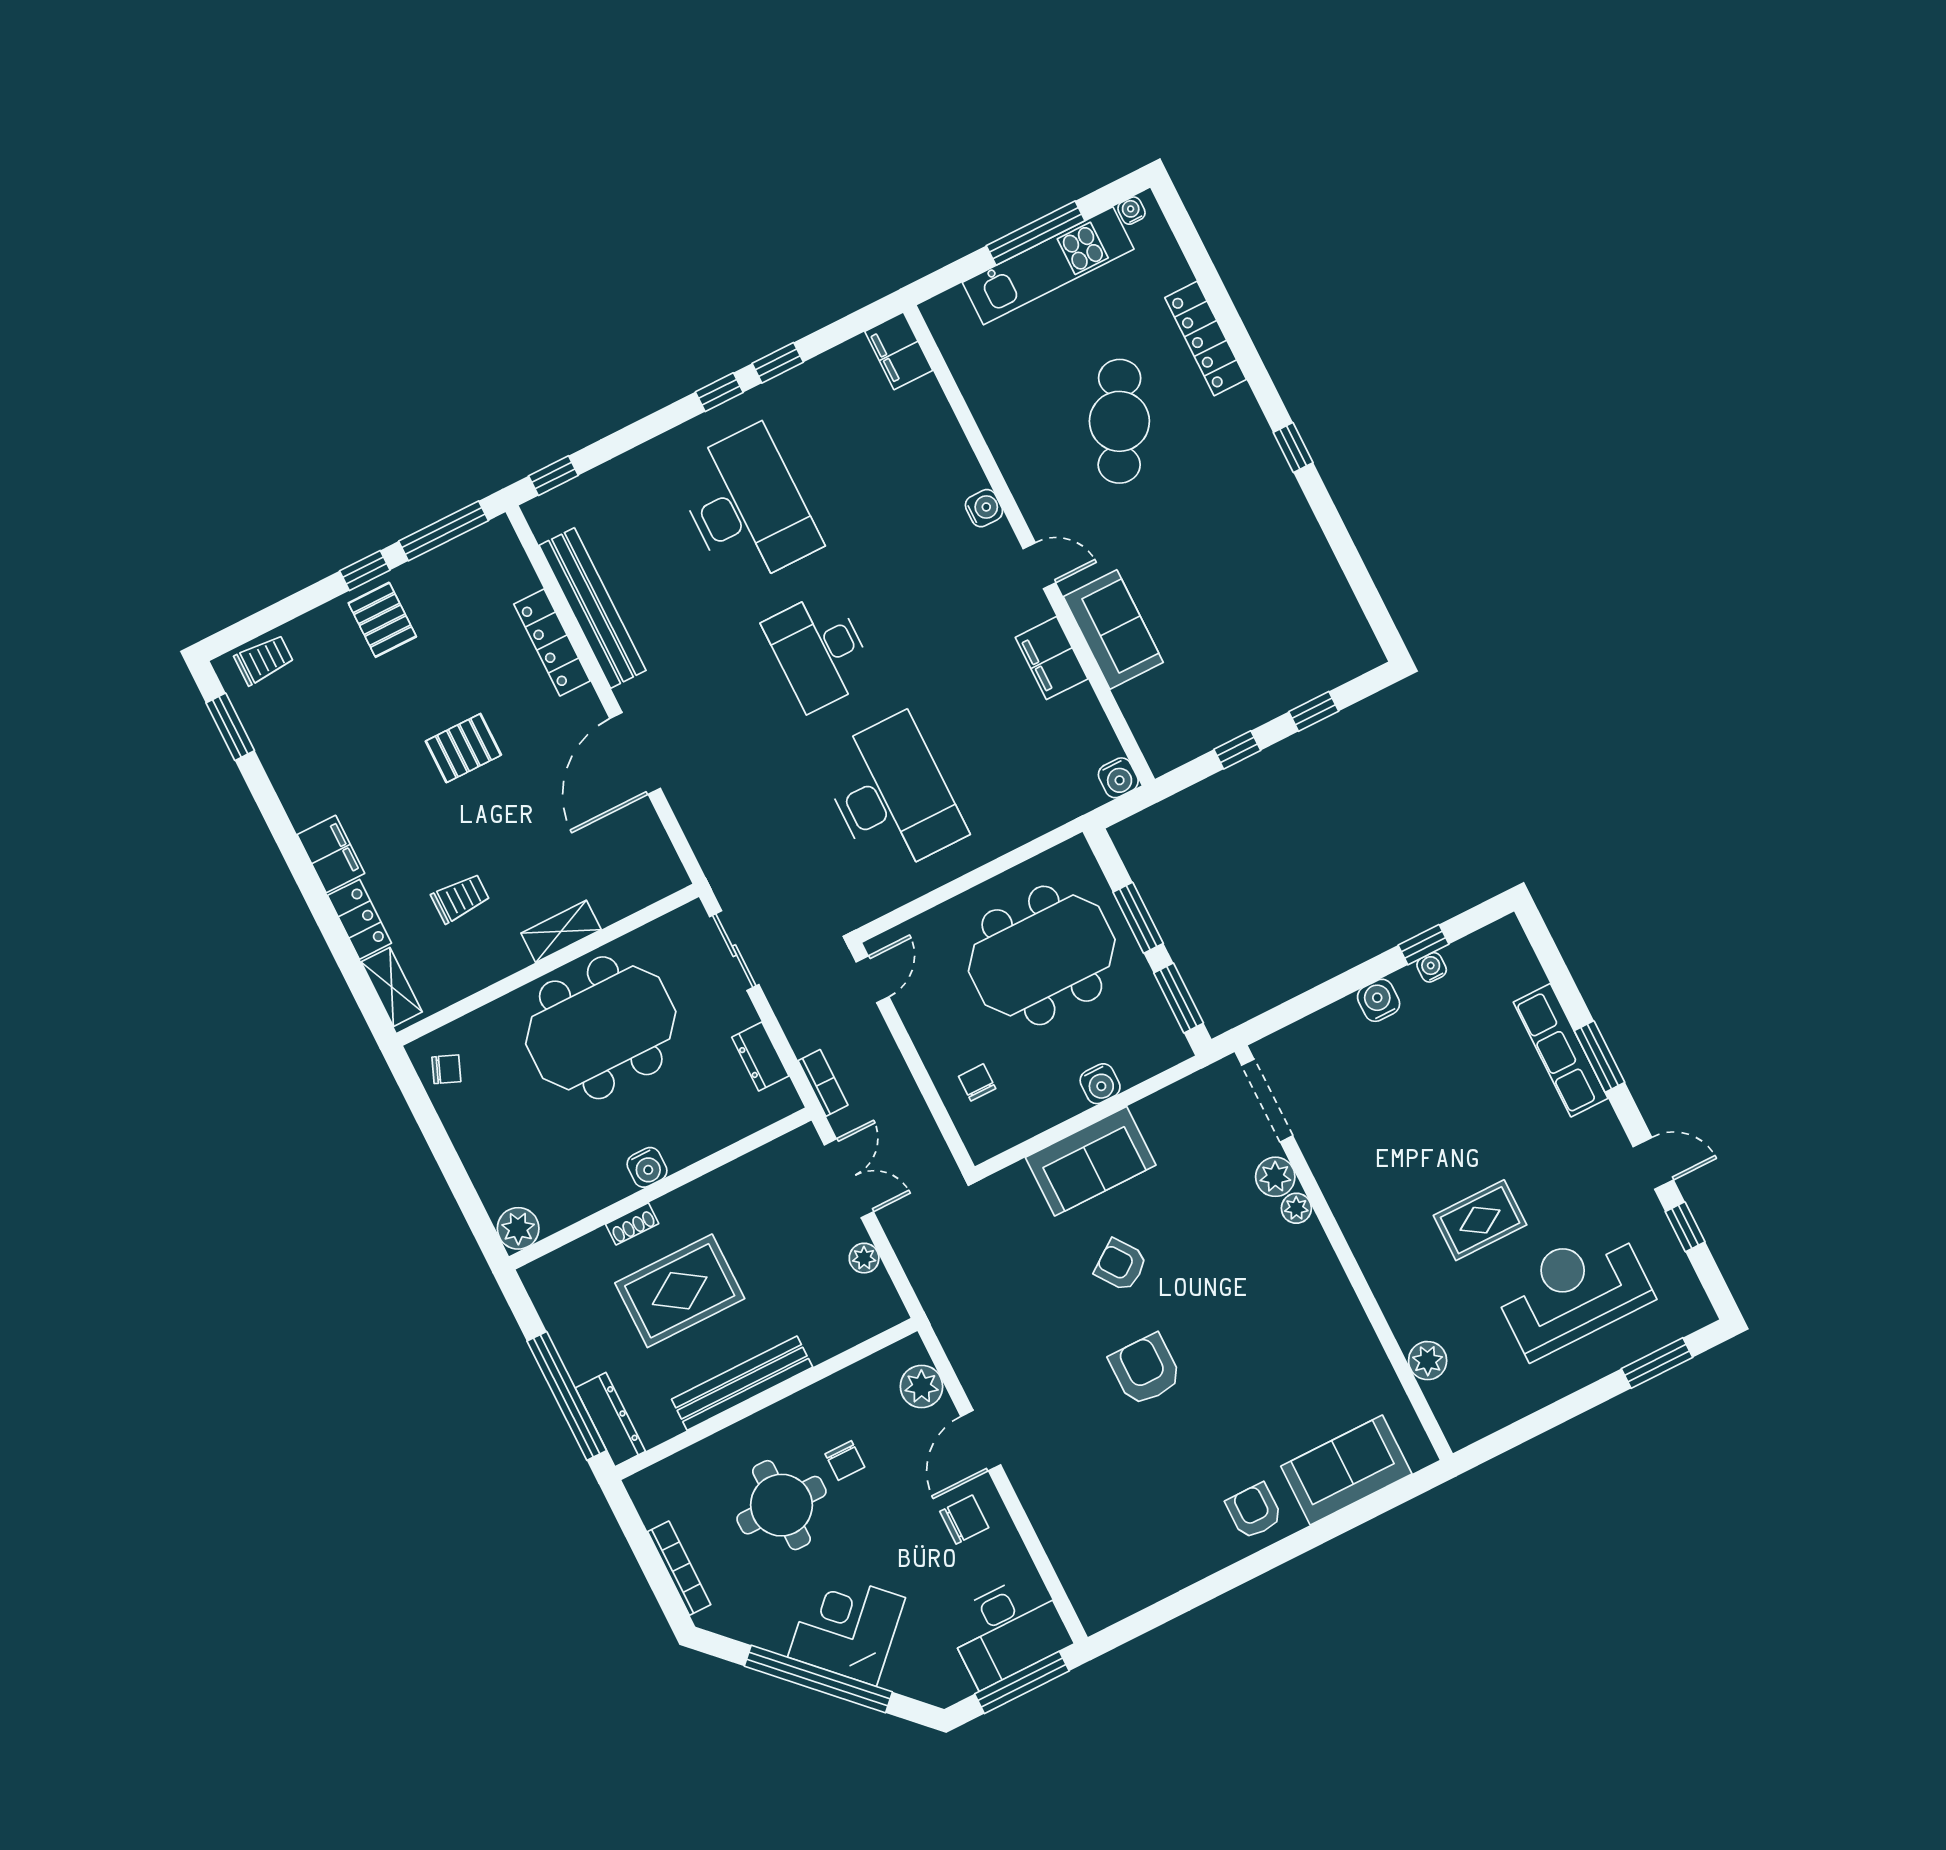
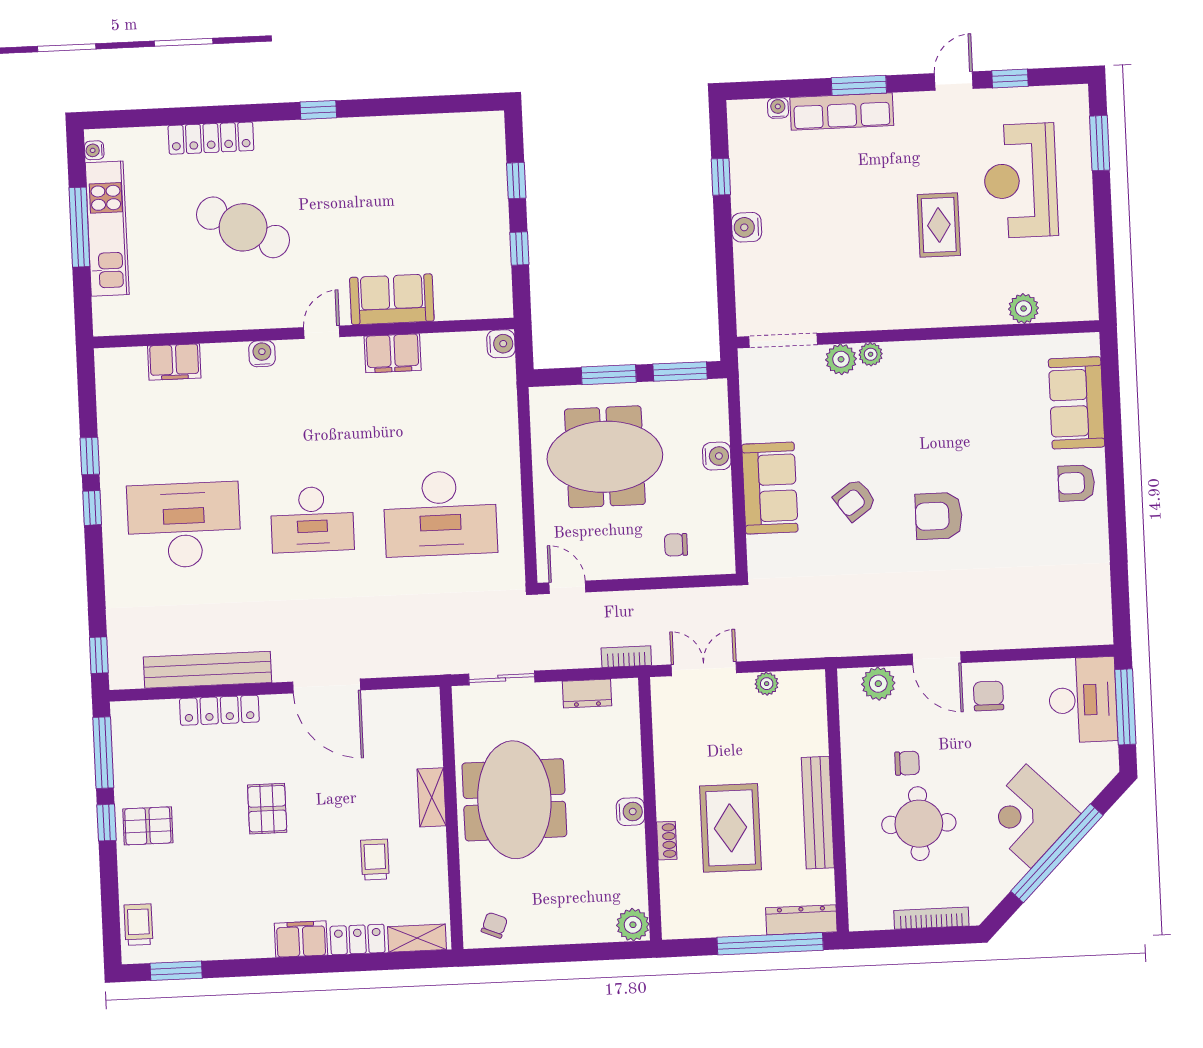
filing cabinet: (899, 351) -> (174, 362), moved
desk: (892, 795) -> (440, 513), turned 180
meeting table: (1042, 955) -> (605, 457), turned 90
water cooler: (1432, 967) -> (778, 108), moved, turned 90

